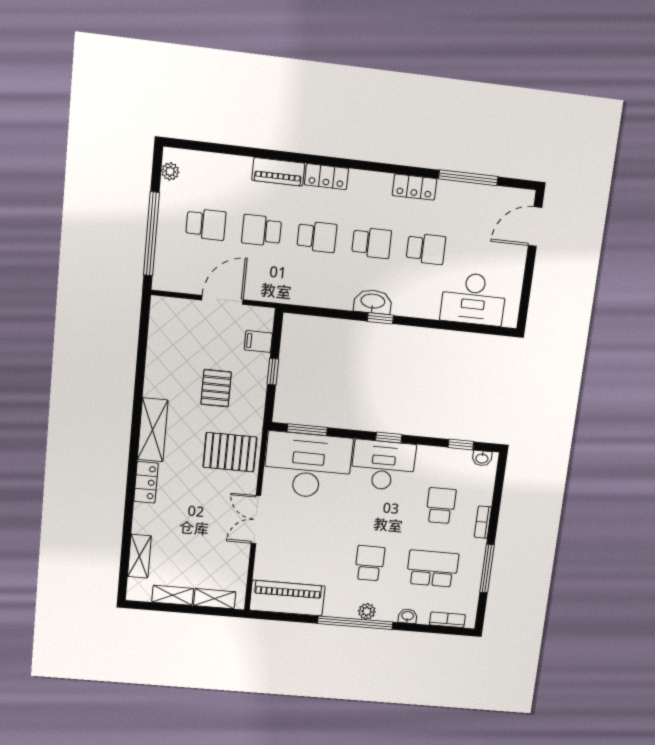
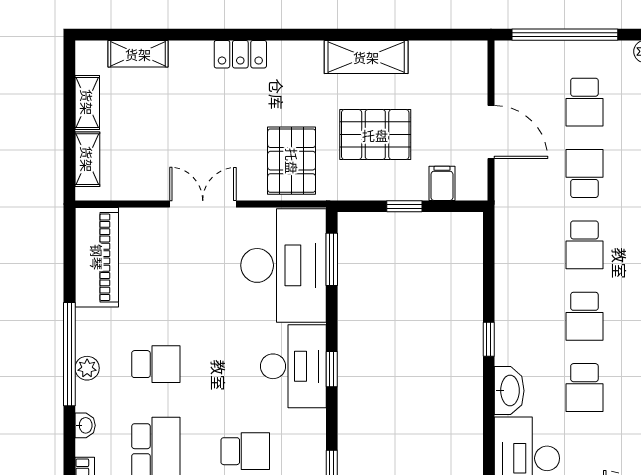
washbasin: (373, 302) -> (509, 391), moved
pallet: (216, 388) -> (375, 135), width x1.50, depth x1.42
shelving: (153, 430) -> (366, 57), moved

